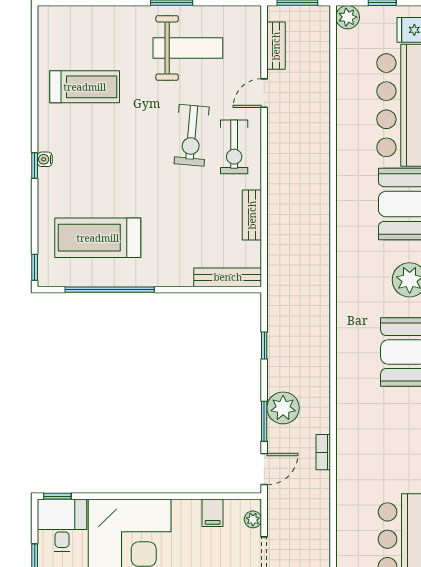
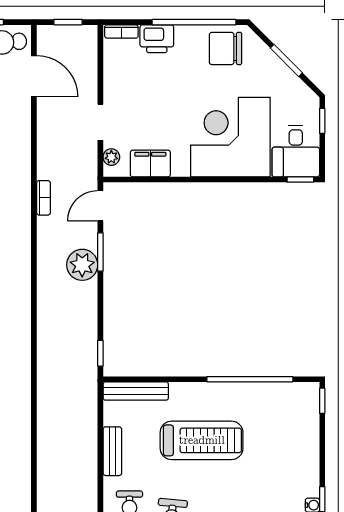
treadmill: (98, 238) -> (202, 440), moved
window: (264, 345) -> (100, 353), moved
bookcase: (323, 452) -> (43, 198), moved
filing cabinet: (213, 513) -> (150, 164), width x2.00

